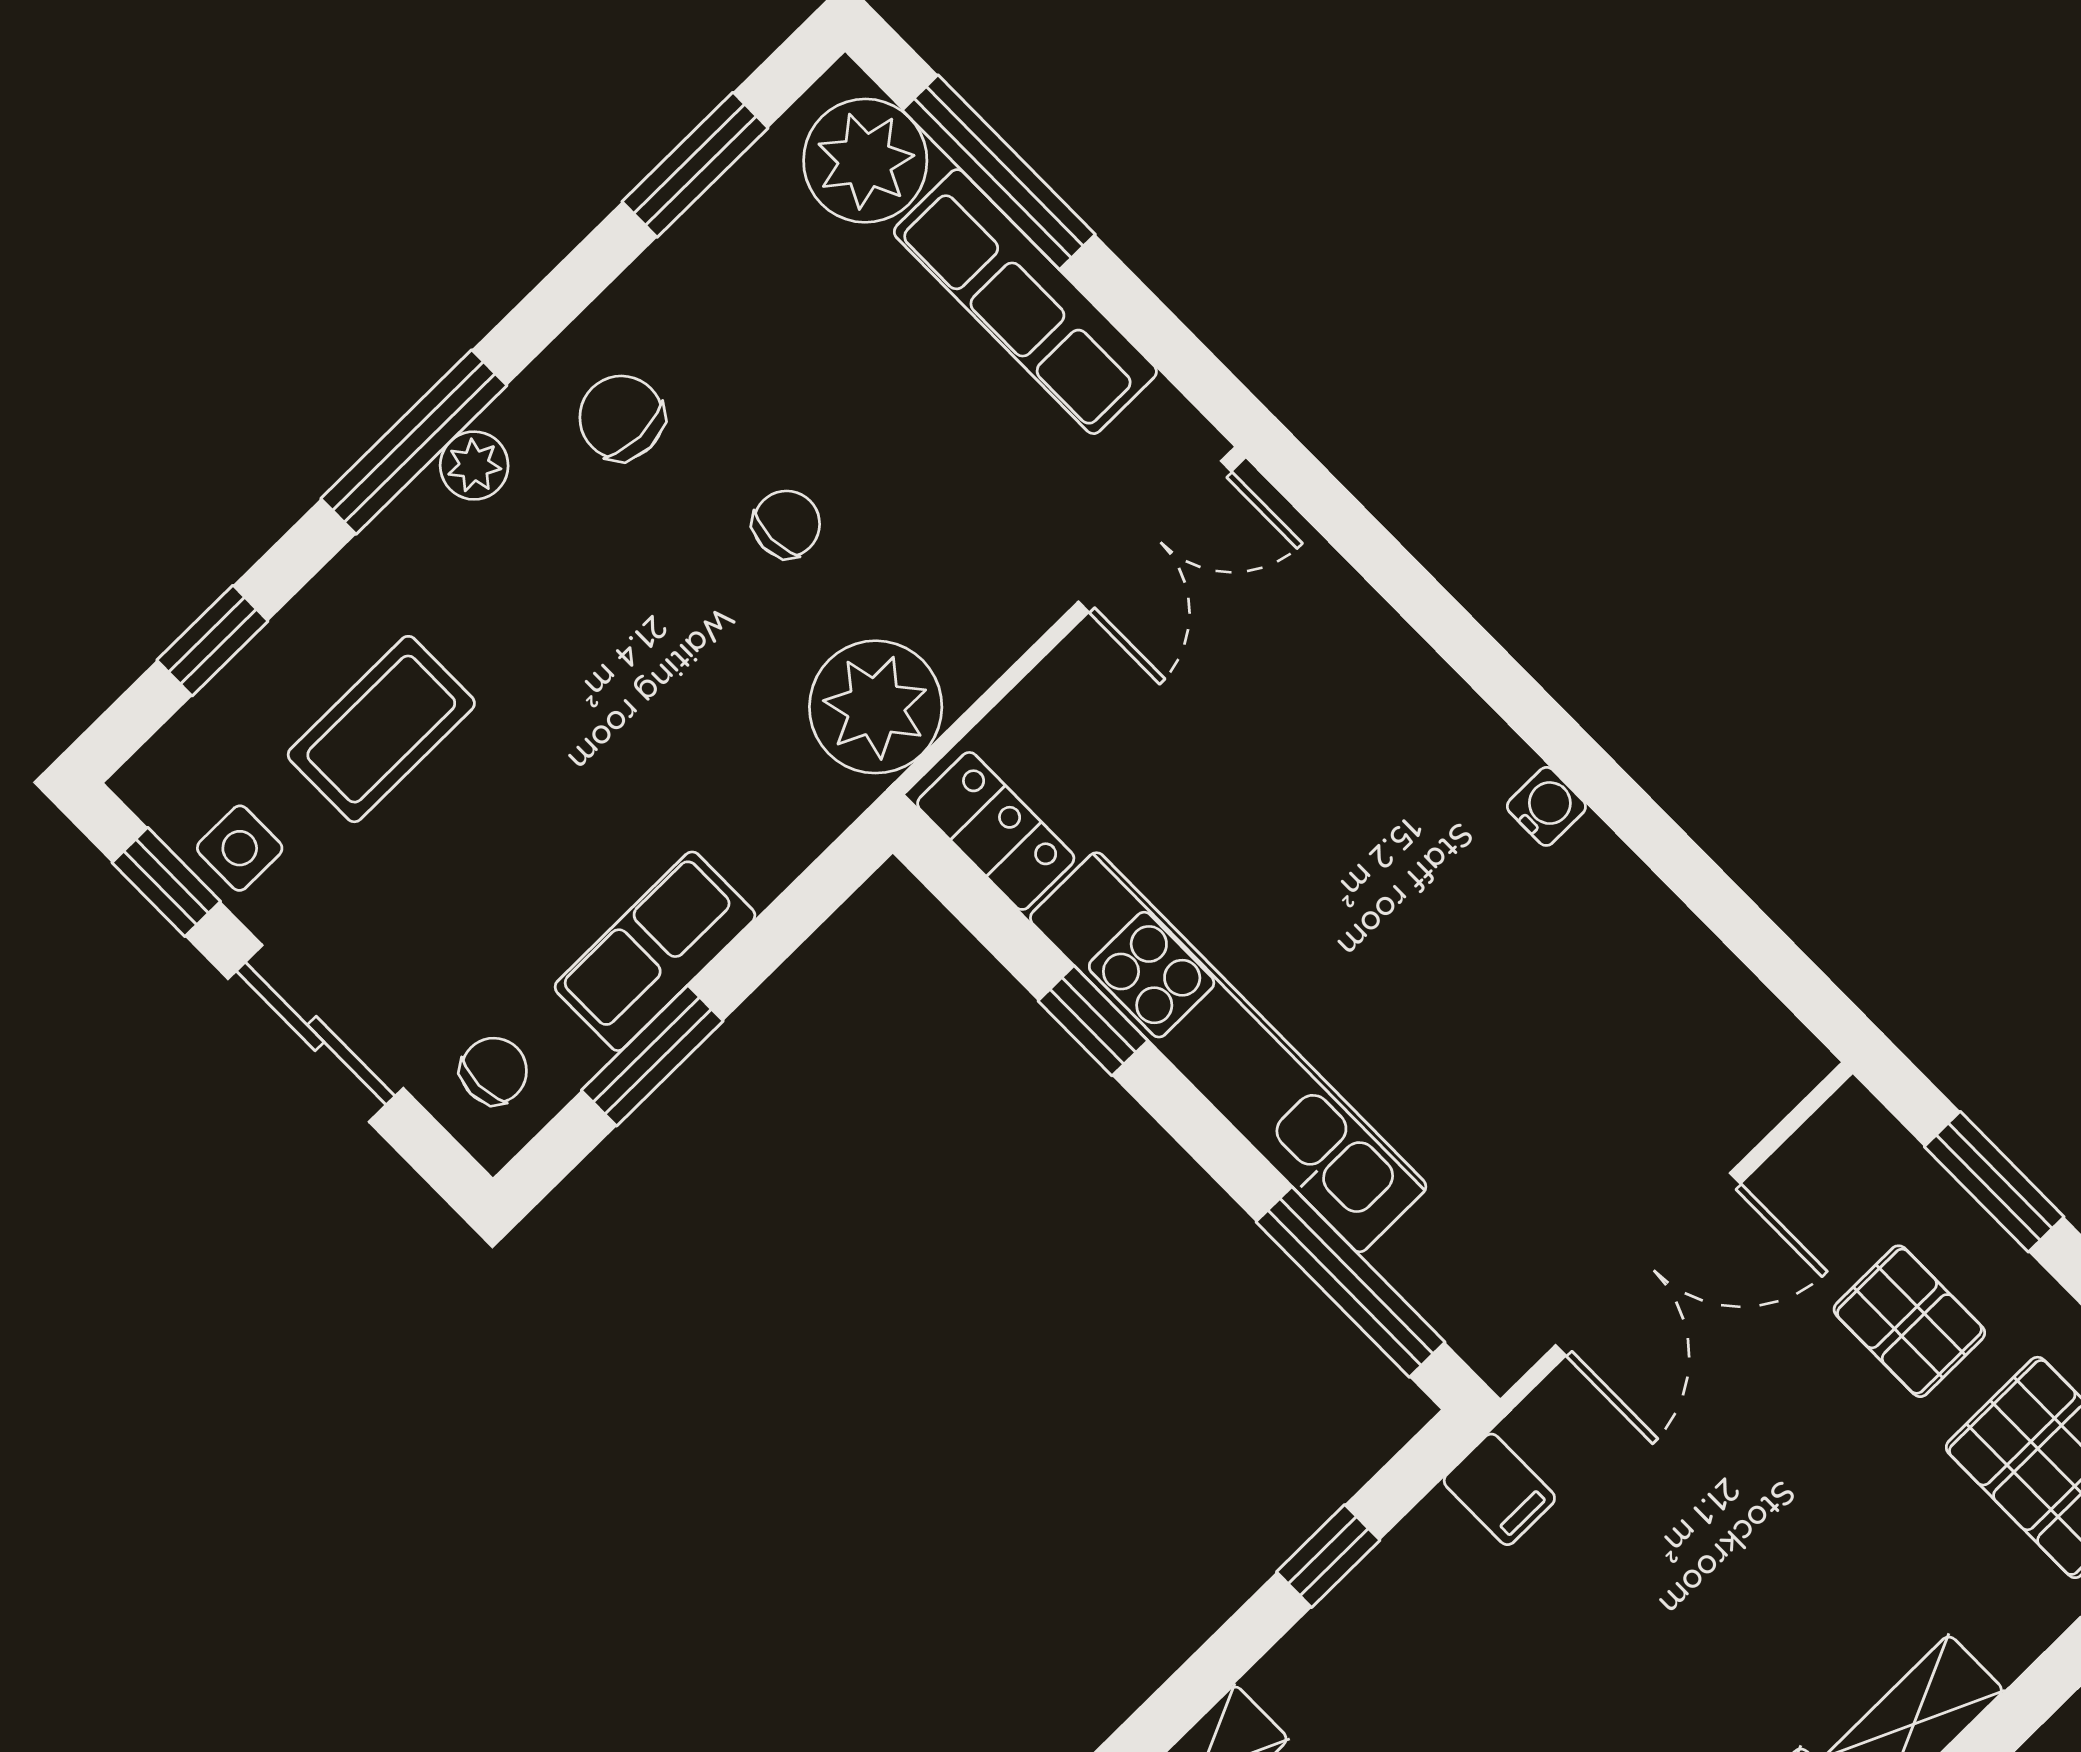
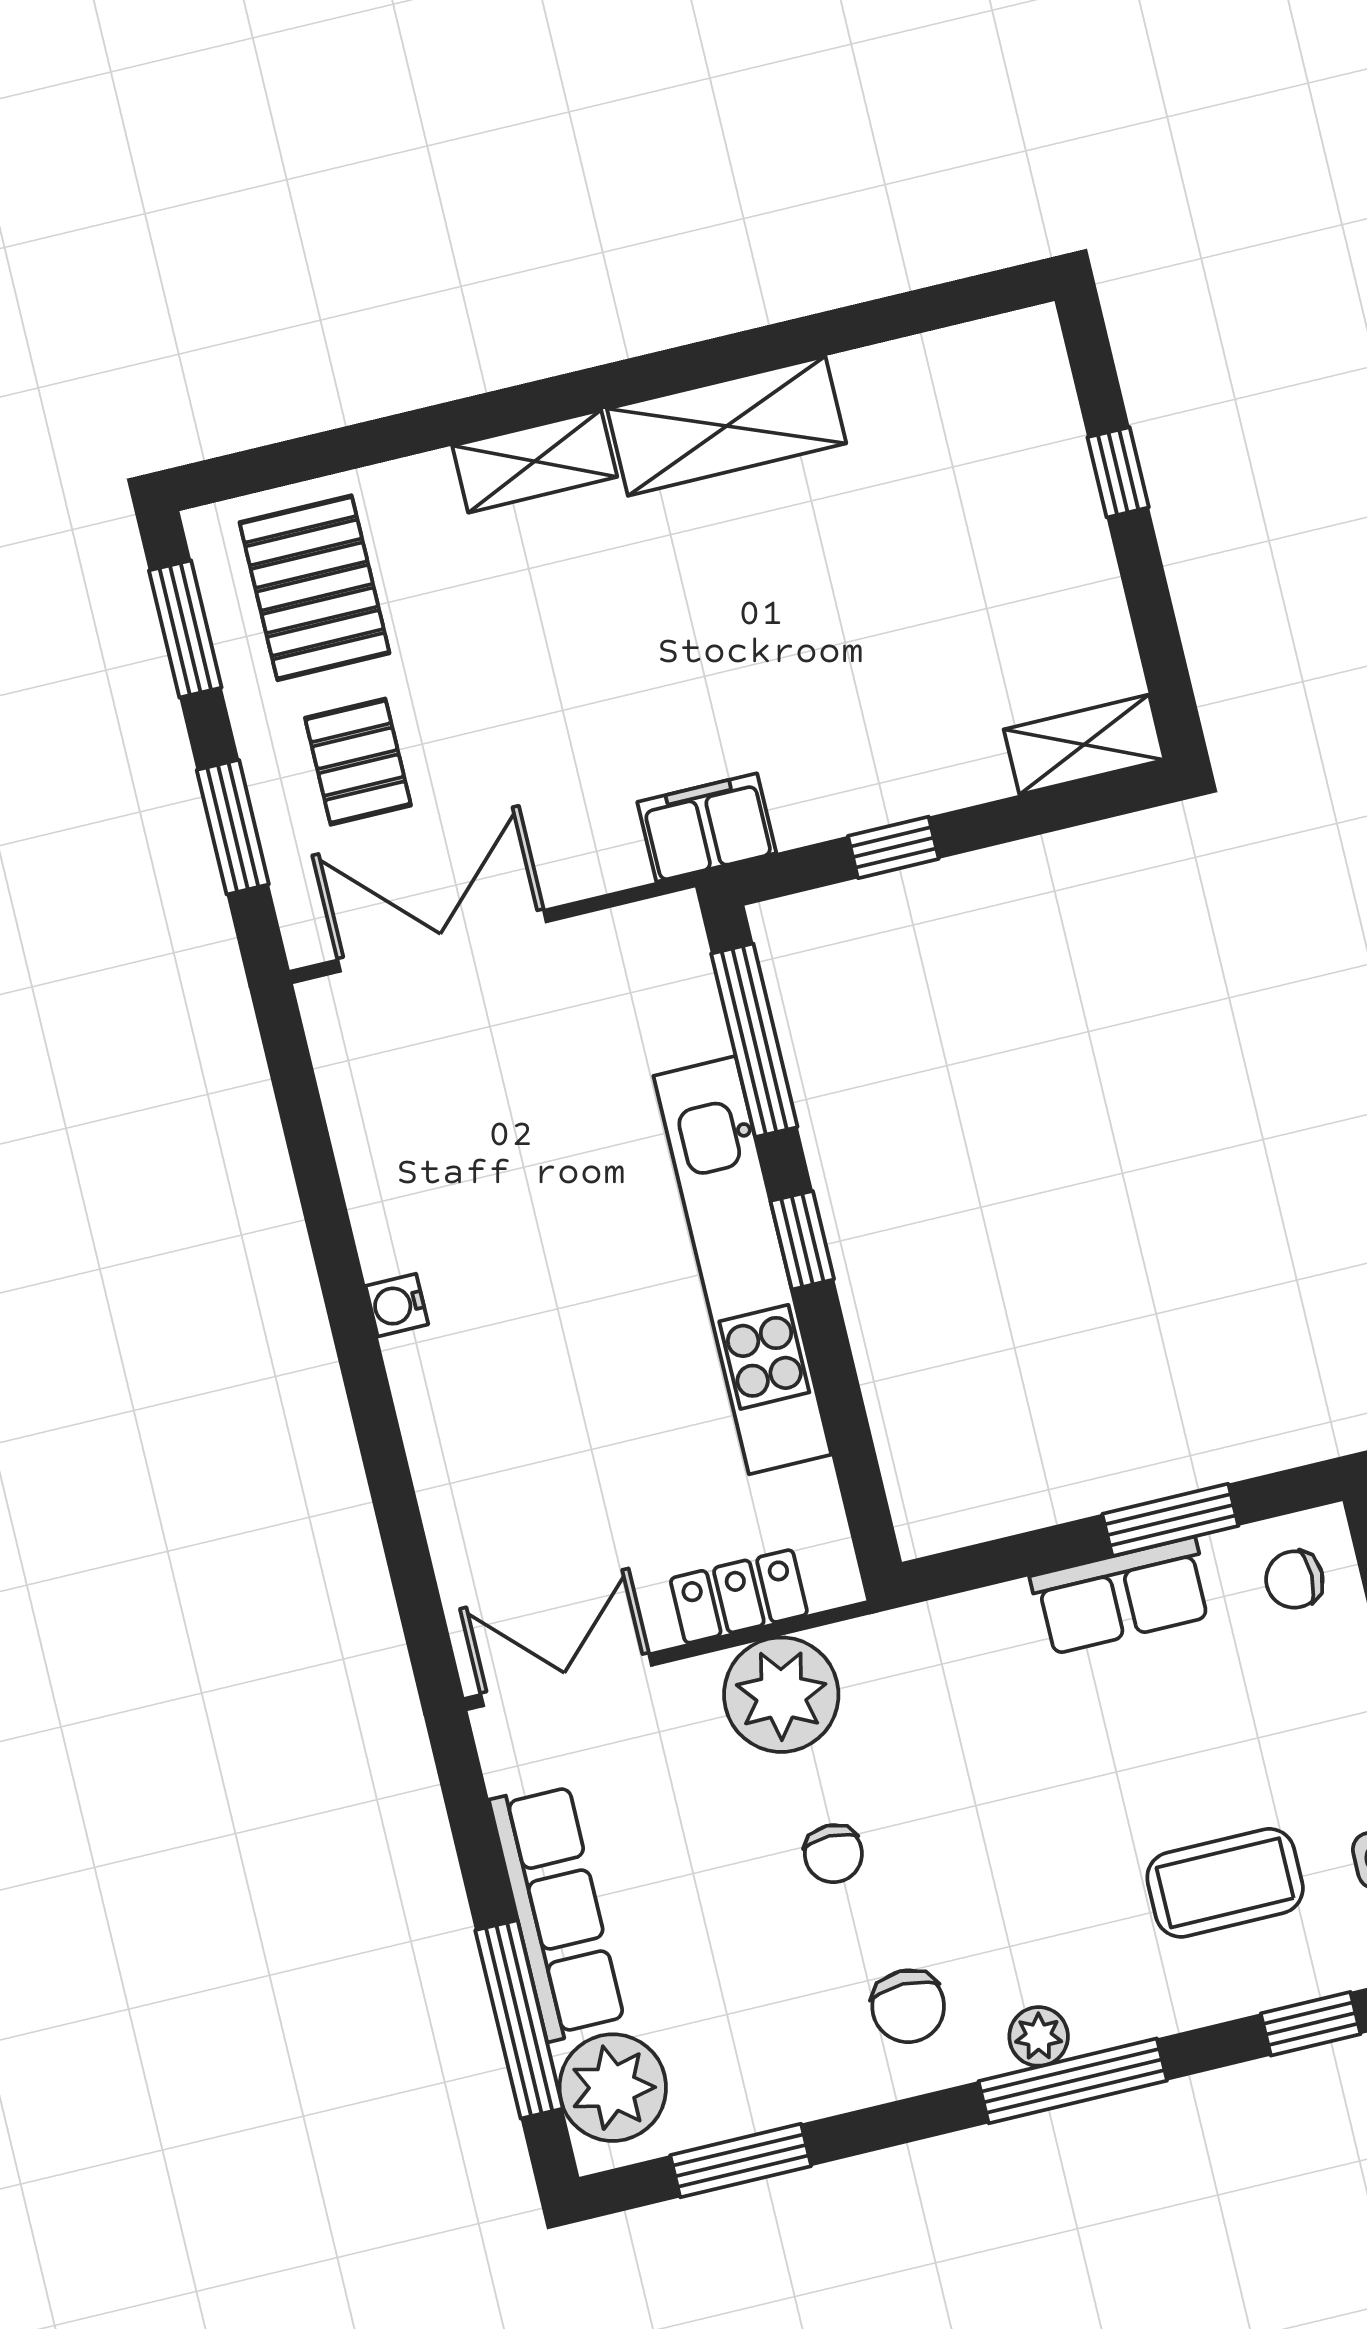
chair: (787, 524) -> (833, 1854), turned -90
plant: (876, 707) -> (781, 1695), moved
locker: (996, 831) -> (739, 1596), moved, turned 90
window: (1093, 1021) -> (802, 1240), moved
double door: (1648, 1264) -> (442, 941), moved
filing cabinet: (1499, 1489) -> (707, 828), width x2.00

